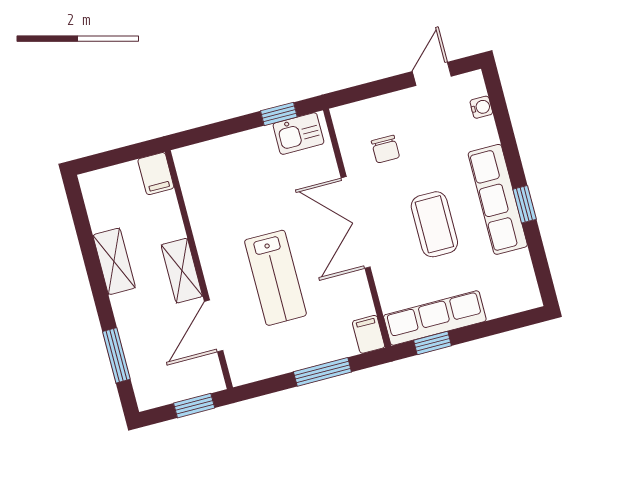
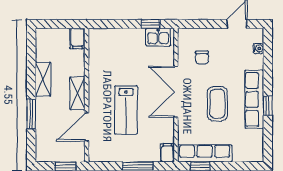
window: (116, 355) -> (31, 114), moved

